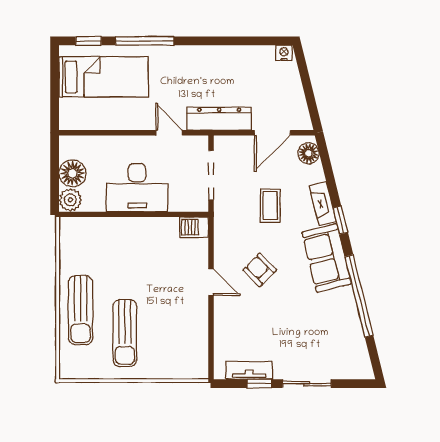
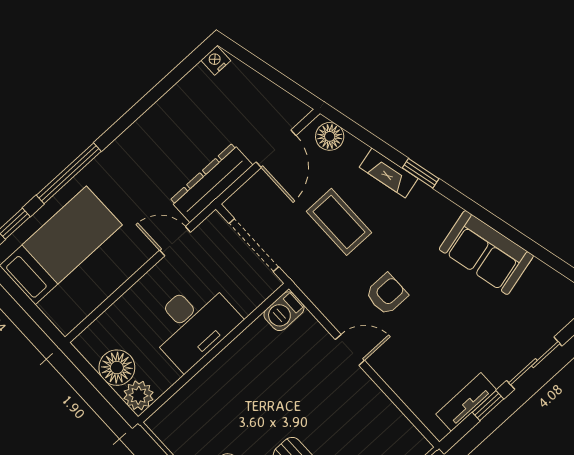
coffee table: (270, 206) -> (339, 222), width x1.36, depth x1.30
sofa: (327, 258) -> (486, 253), moved
armchair: (260, 270) -> (387, 294), turned 135
window: (359, 296) -> (507, 231), removed

